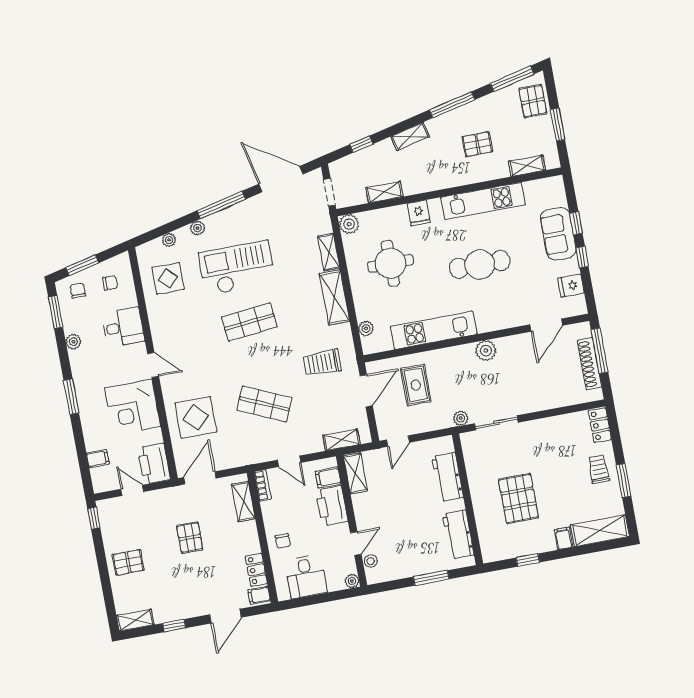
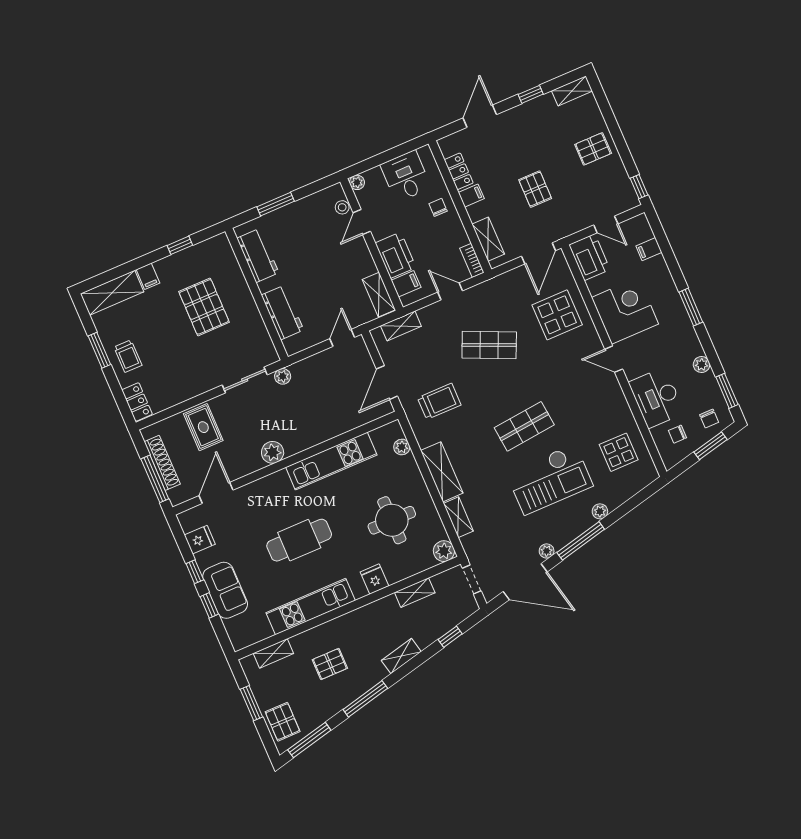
plant: (169, 240) -> (547, 551), moved
desk: (123, 327) -> (656, 398), width x1.37
rug: (416, 385) -> (203, 427), moved
filing cabinet: (259, 595) -> (471, 196), moved

